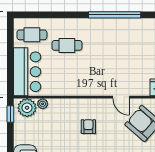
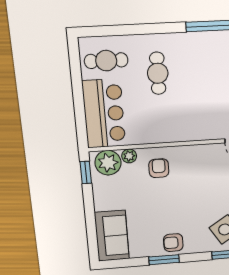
cafe table: (67, 45) -> (158, 73), turned 90
armchair: (88, 127) -> (159, 168), moved

